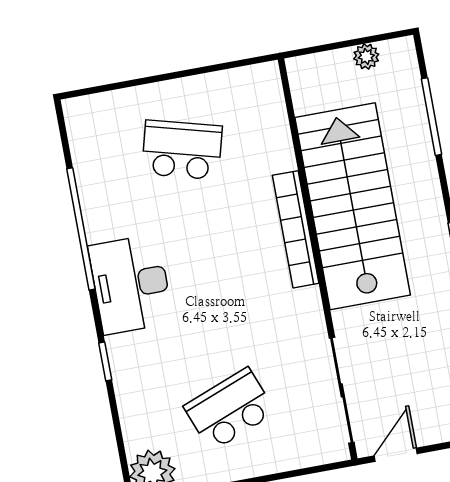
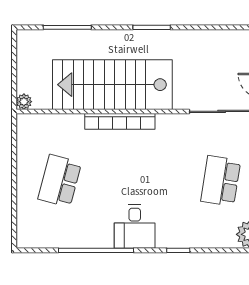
plant: (366, 57) -> (24, 102), moved
desk: (131, 284) -> (135, 226), width x0.73
school desk: (230, 409) -> (221, 181), turned 30

